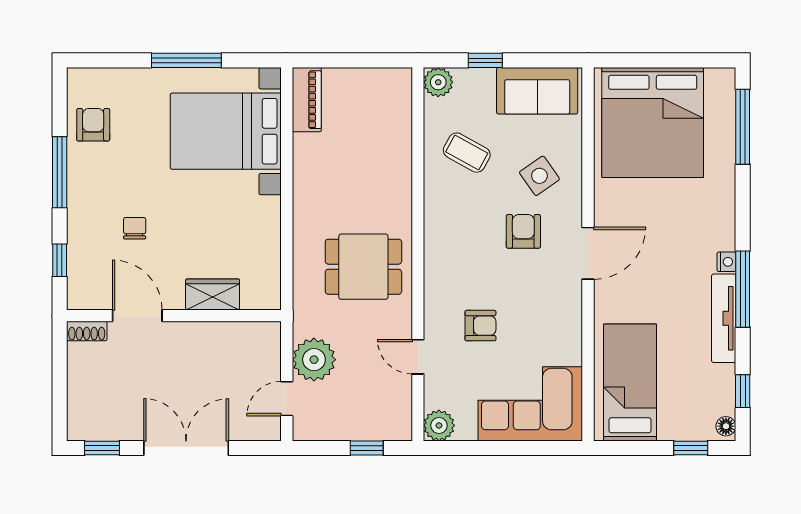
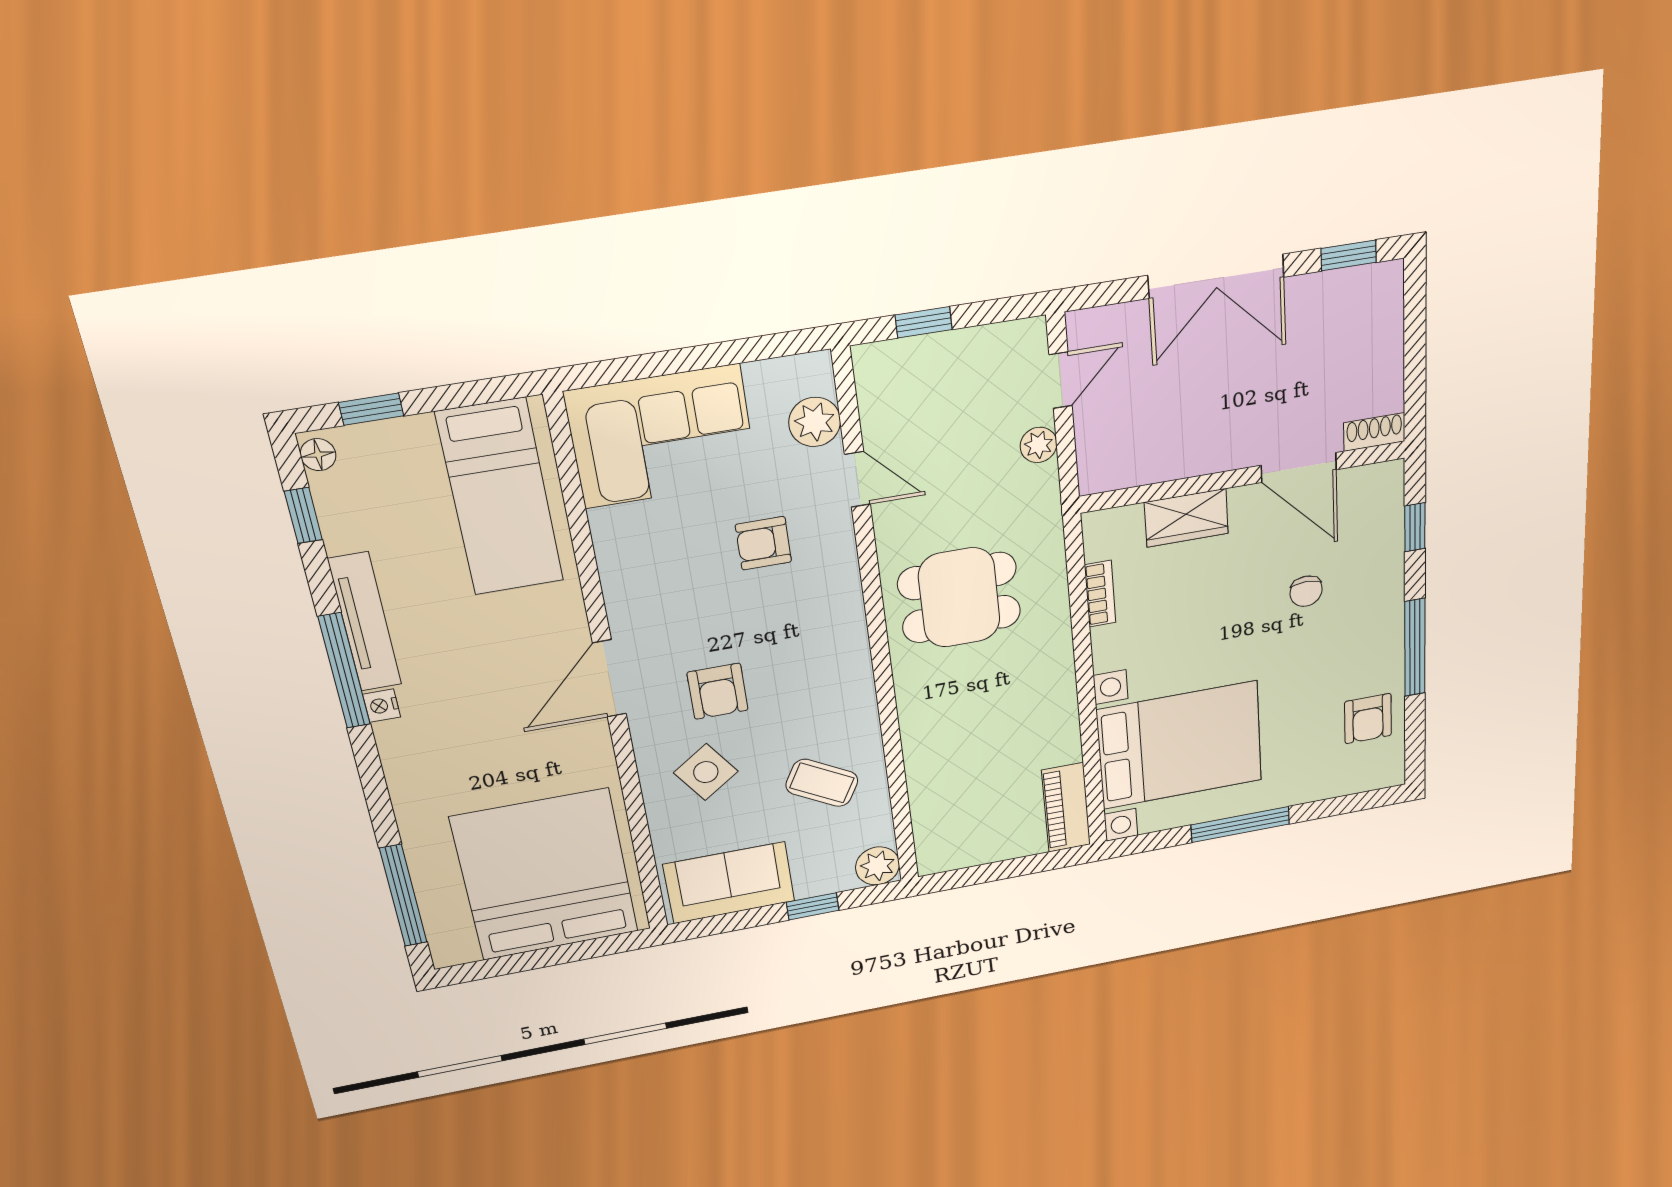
bookcase: (272, 252) -> (1100, 594), added
plant: (314, 360) -> (1039, 445), width x0.53, depth x0.53
plant: (439, 425) -> (815, 422), moved

